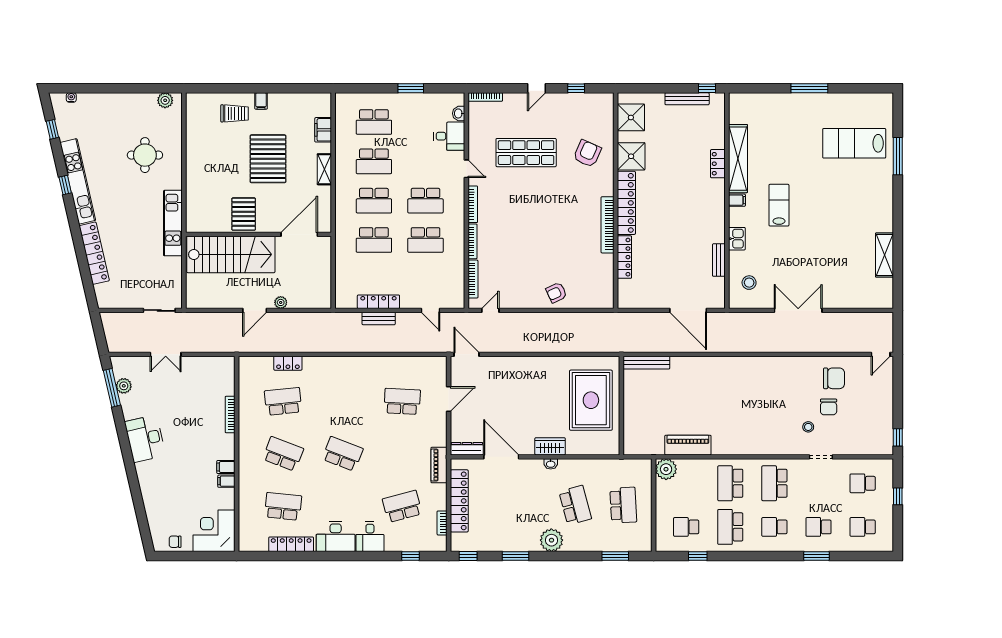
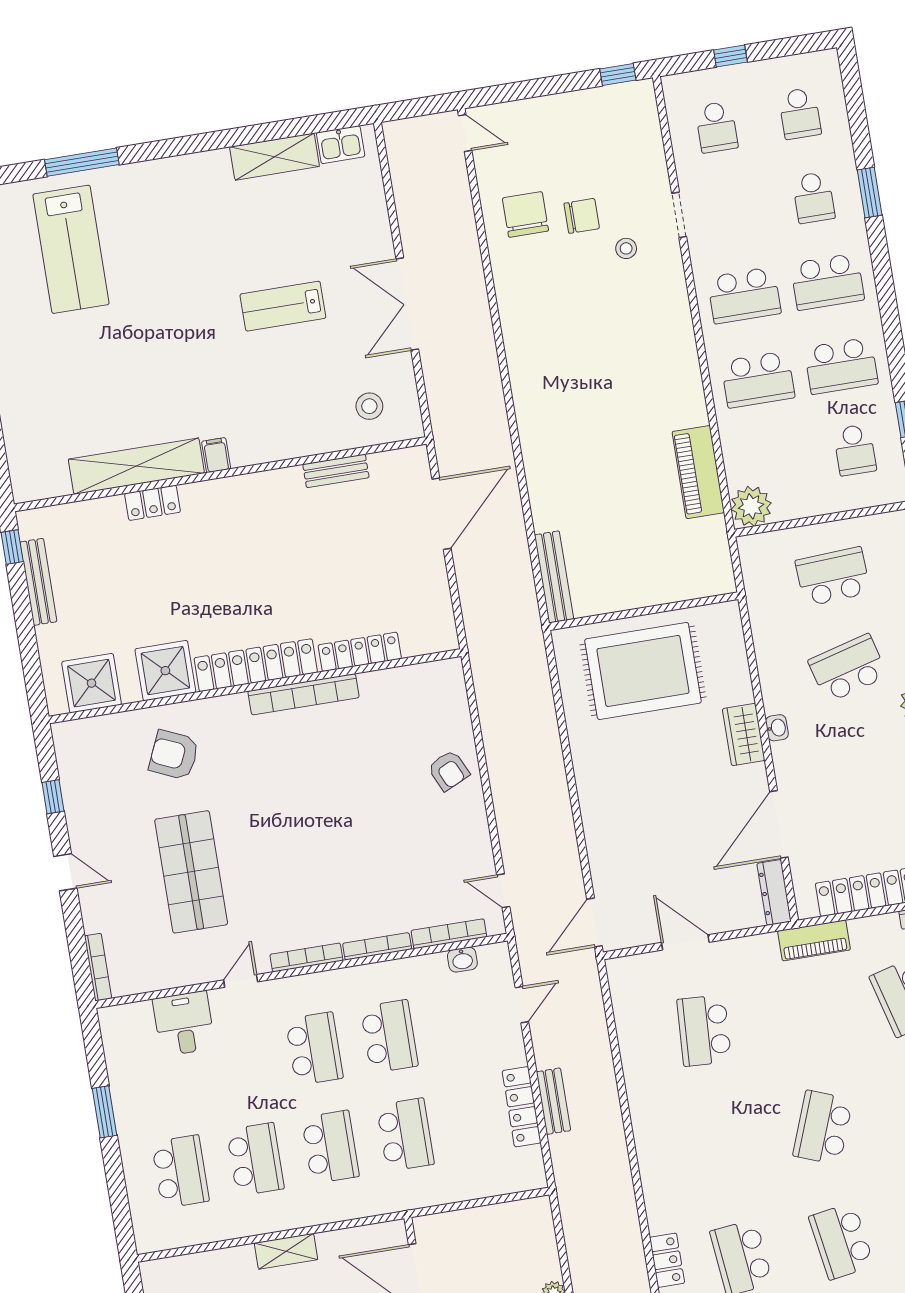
washbasin: (459, 113) -> (462, 960), moved
filing cabinet: (323, 130) -> (211, 1266), removed
lab bench: (779, 205) -> (283, 306), moved
kitchen sink: (737, 239) -> (341, 145), moved, turned 180
school desk: (283, 454) -> (841, 1241), turned -30
school desk: (774, 527) -> (827, 282), width x1.85

